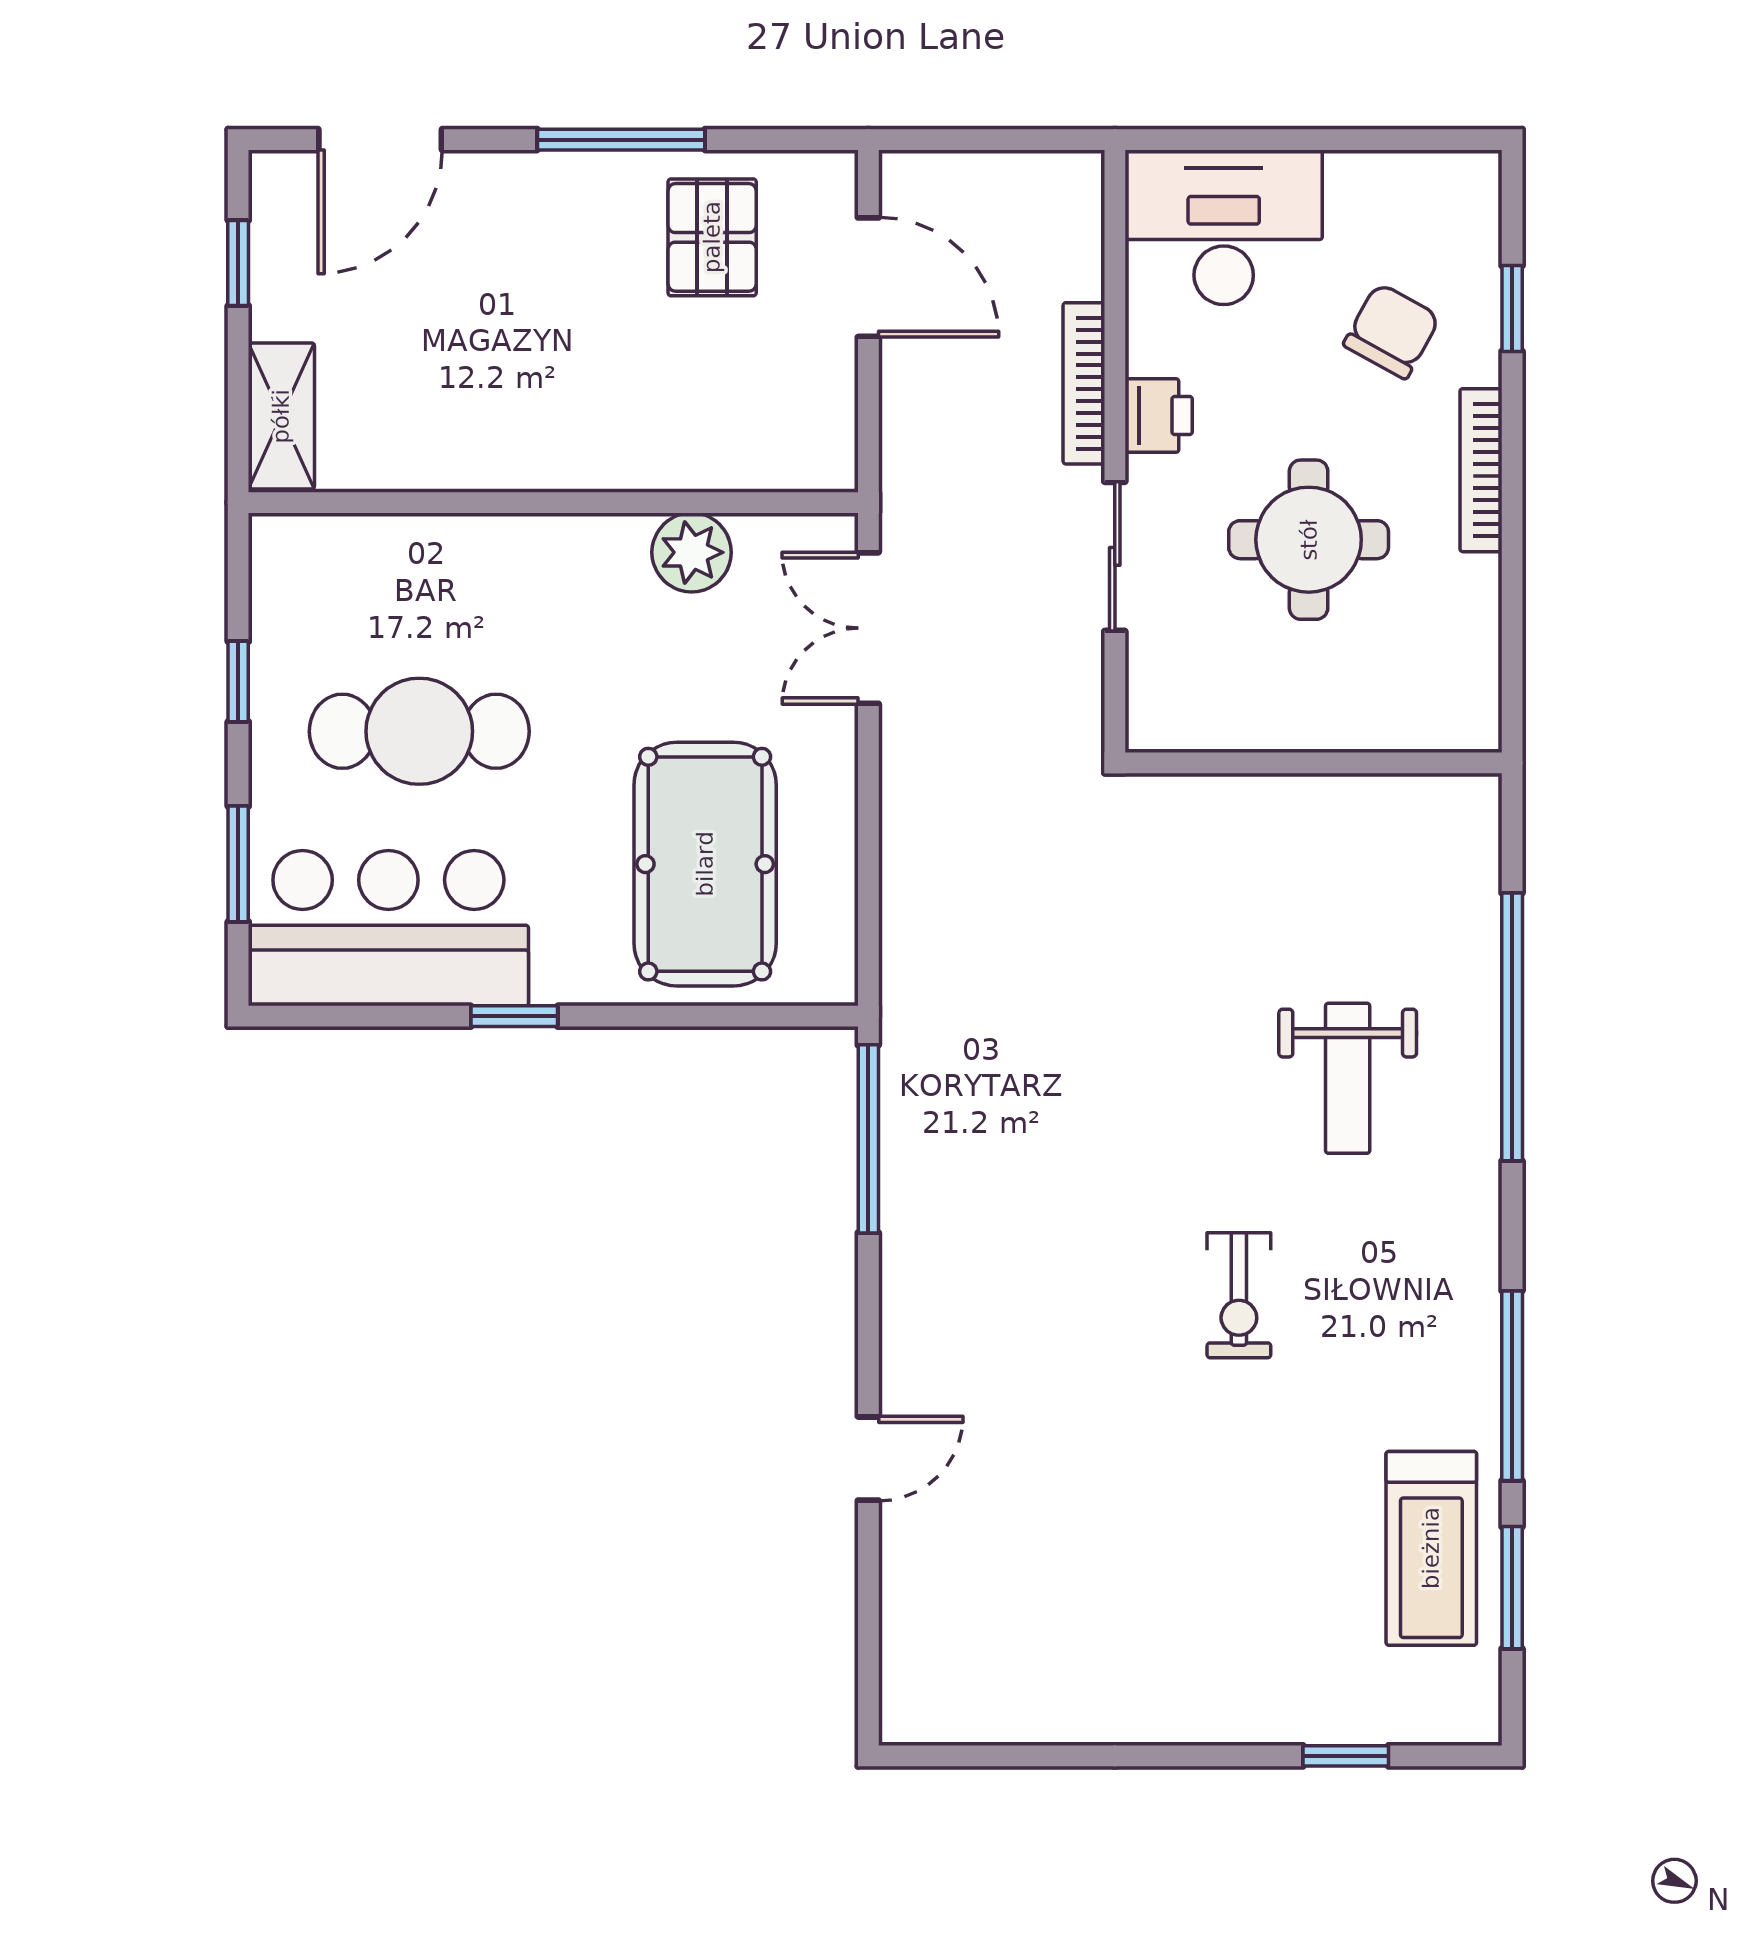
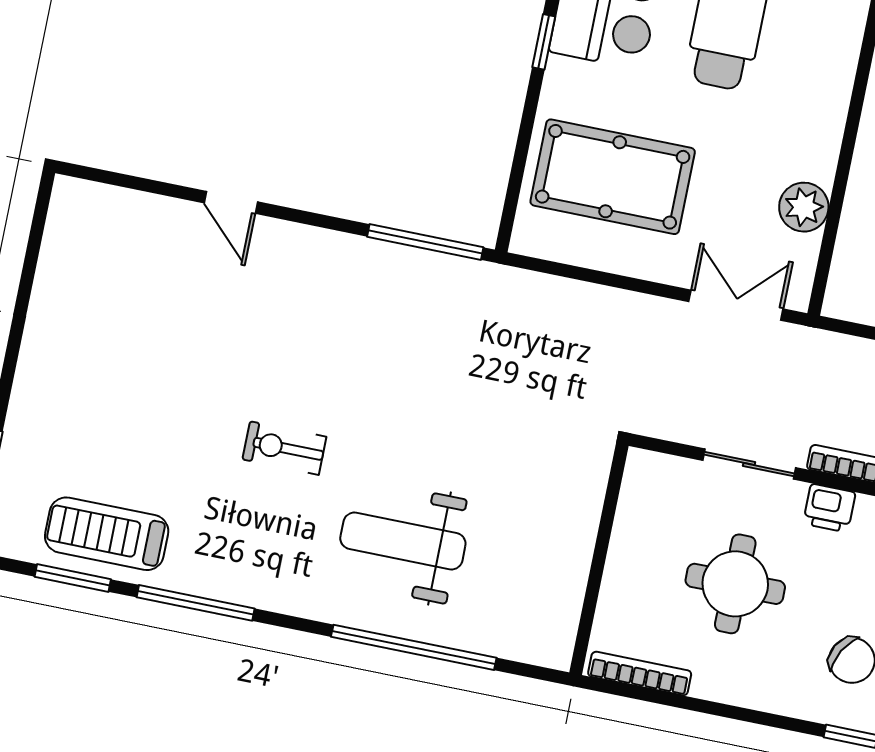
bookcase: (1481, 470) -> (640, 674), moved
weight bench: (1348, 1078) -> (403, 541), width x1.36, depth x1.33

